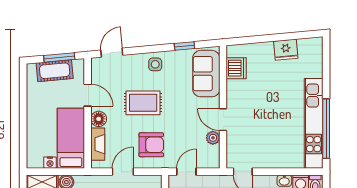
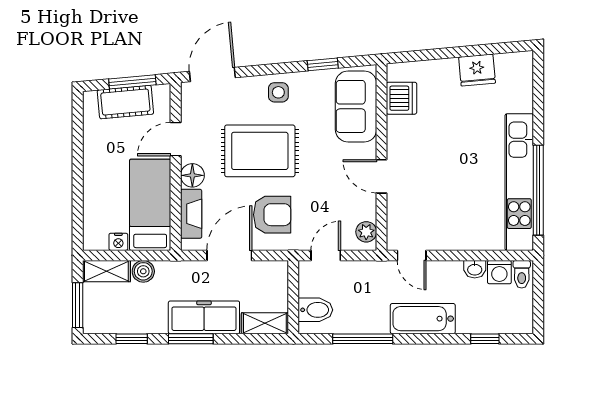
door: (112, 53) -> (212, 74), width x1.38
door: (88, 95) -> (176, 139), swing flipped
rug: (143, 103) -> (260, 151), width x1.36, depth x1.43
plant: (213, 138) -> (366, 232), moved
door: (123, 172) -> (229, 255), width x1.38

